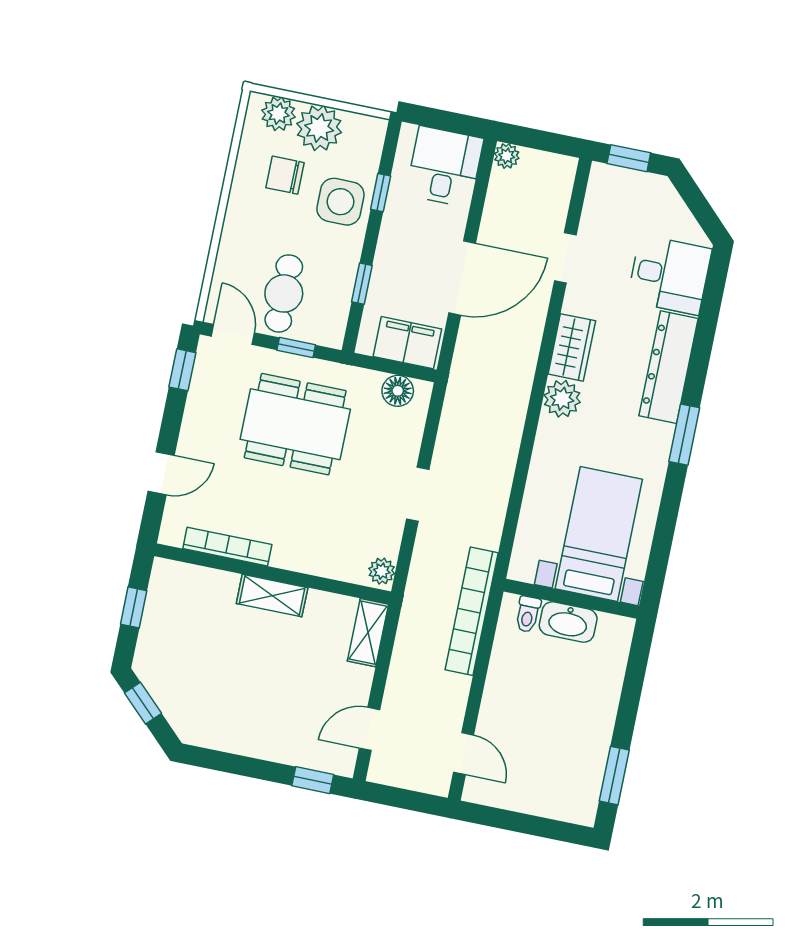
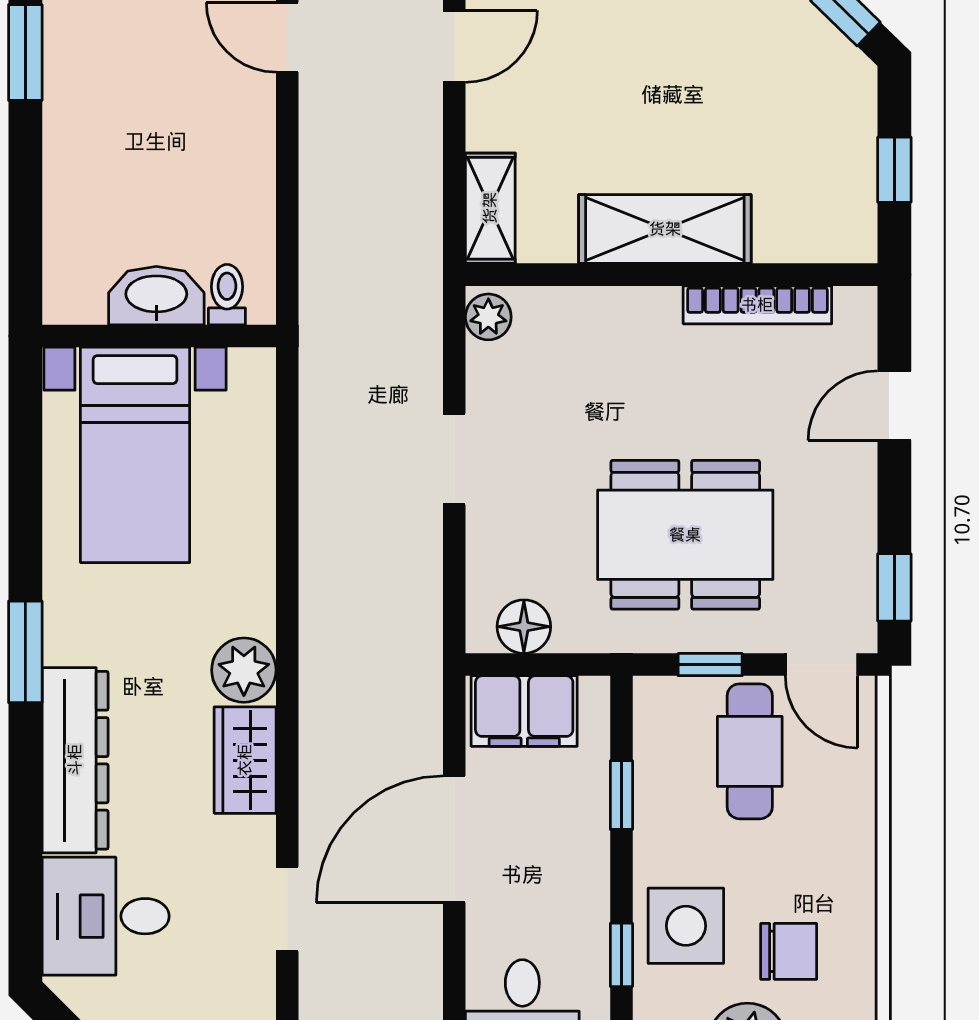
shelving: (272, 596) -> (665, 229), width x1.50, depth x1.33
bookcase: (472, 611) -> (323, 280), removed

